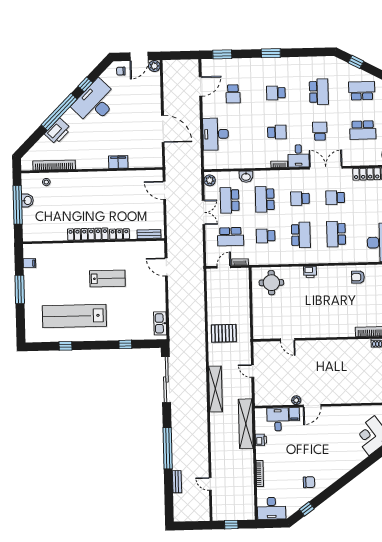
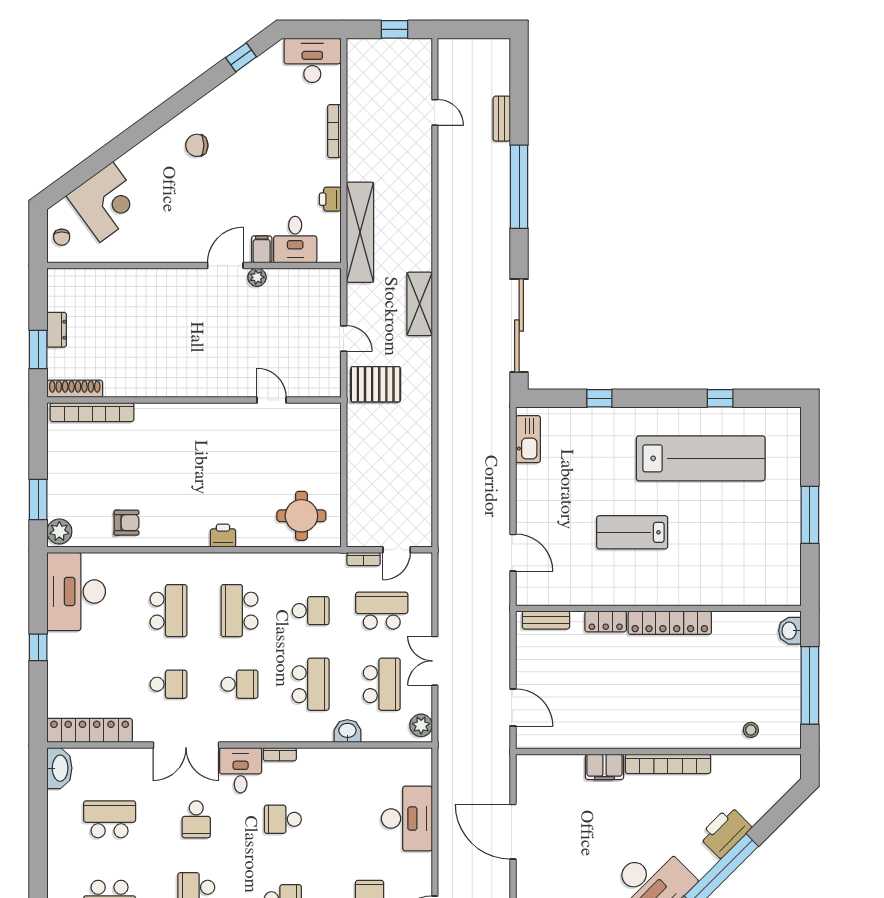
bookcase: (54, 165) -> (668, 764), moved
washbasin: (27, 200) -> (790, 631), moved
filing cabinet: (29, 263) -> (789, 567), removed
pallet: (224, 333) -> (376, 384), moved
shelving: (215, 389) -> (420, 304), width x0.68
chair: (309, 482) -> (197, 145), moved

